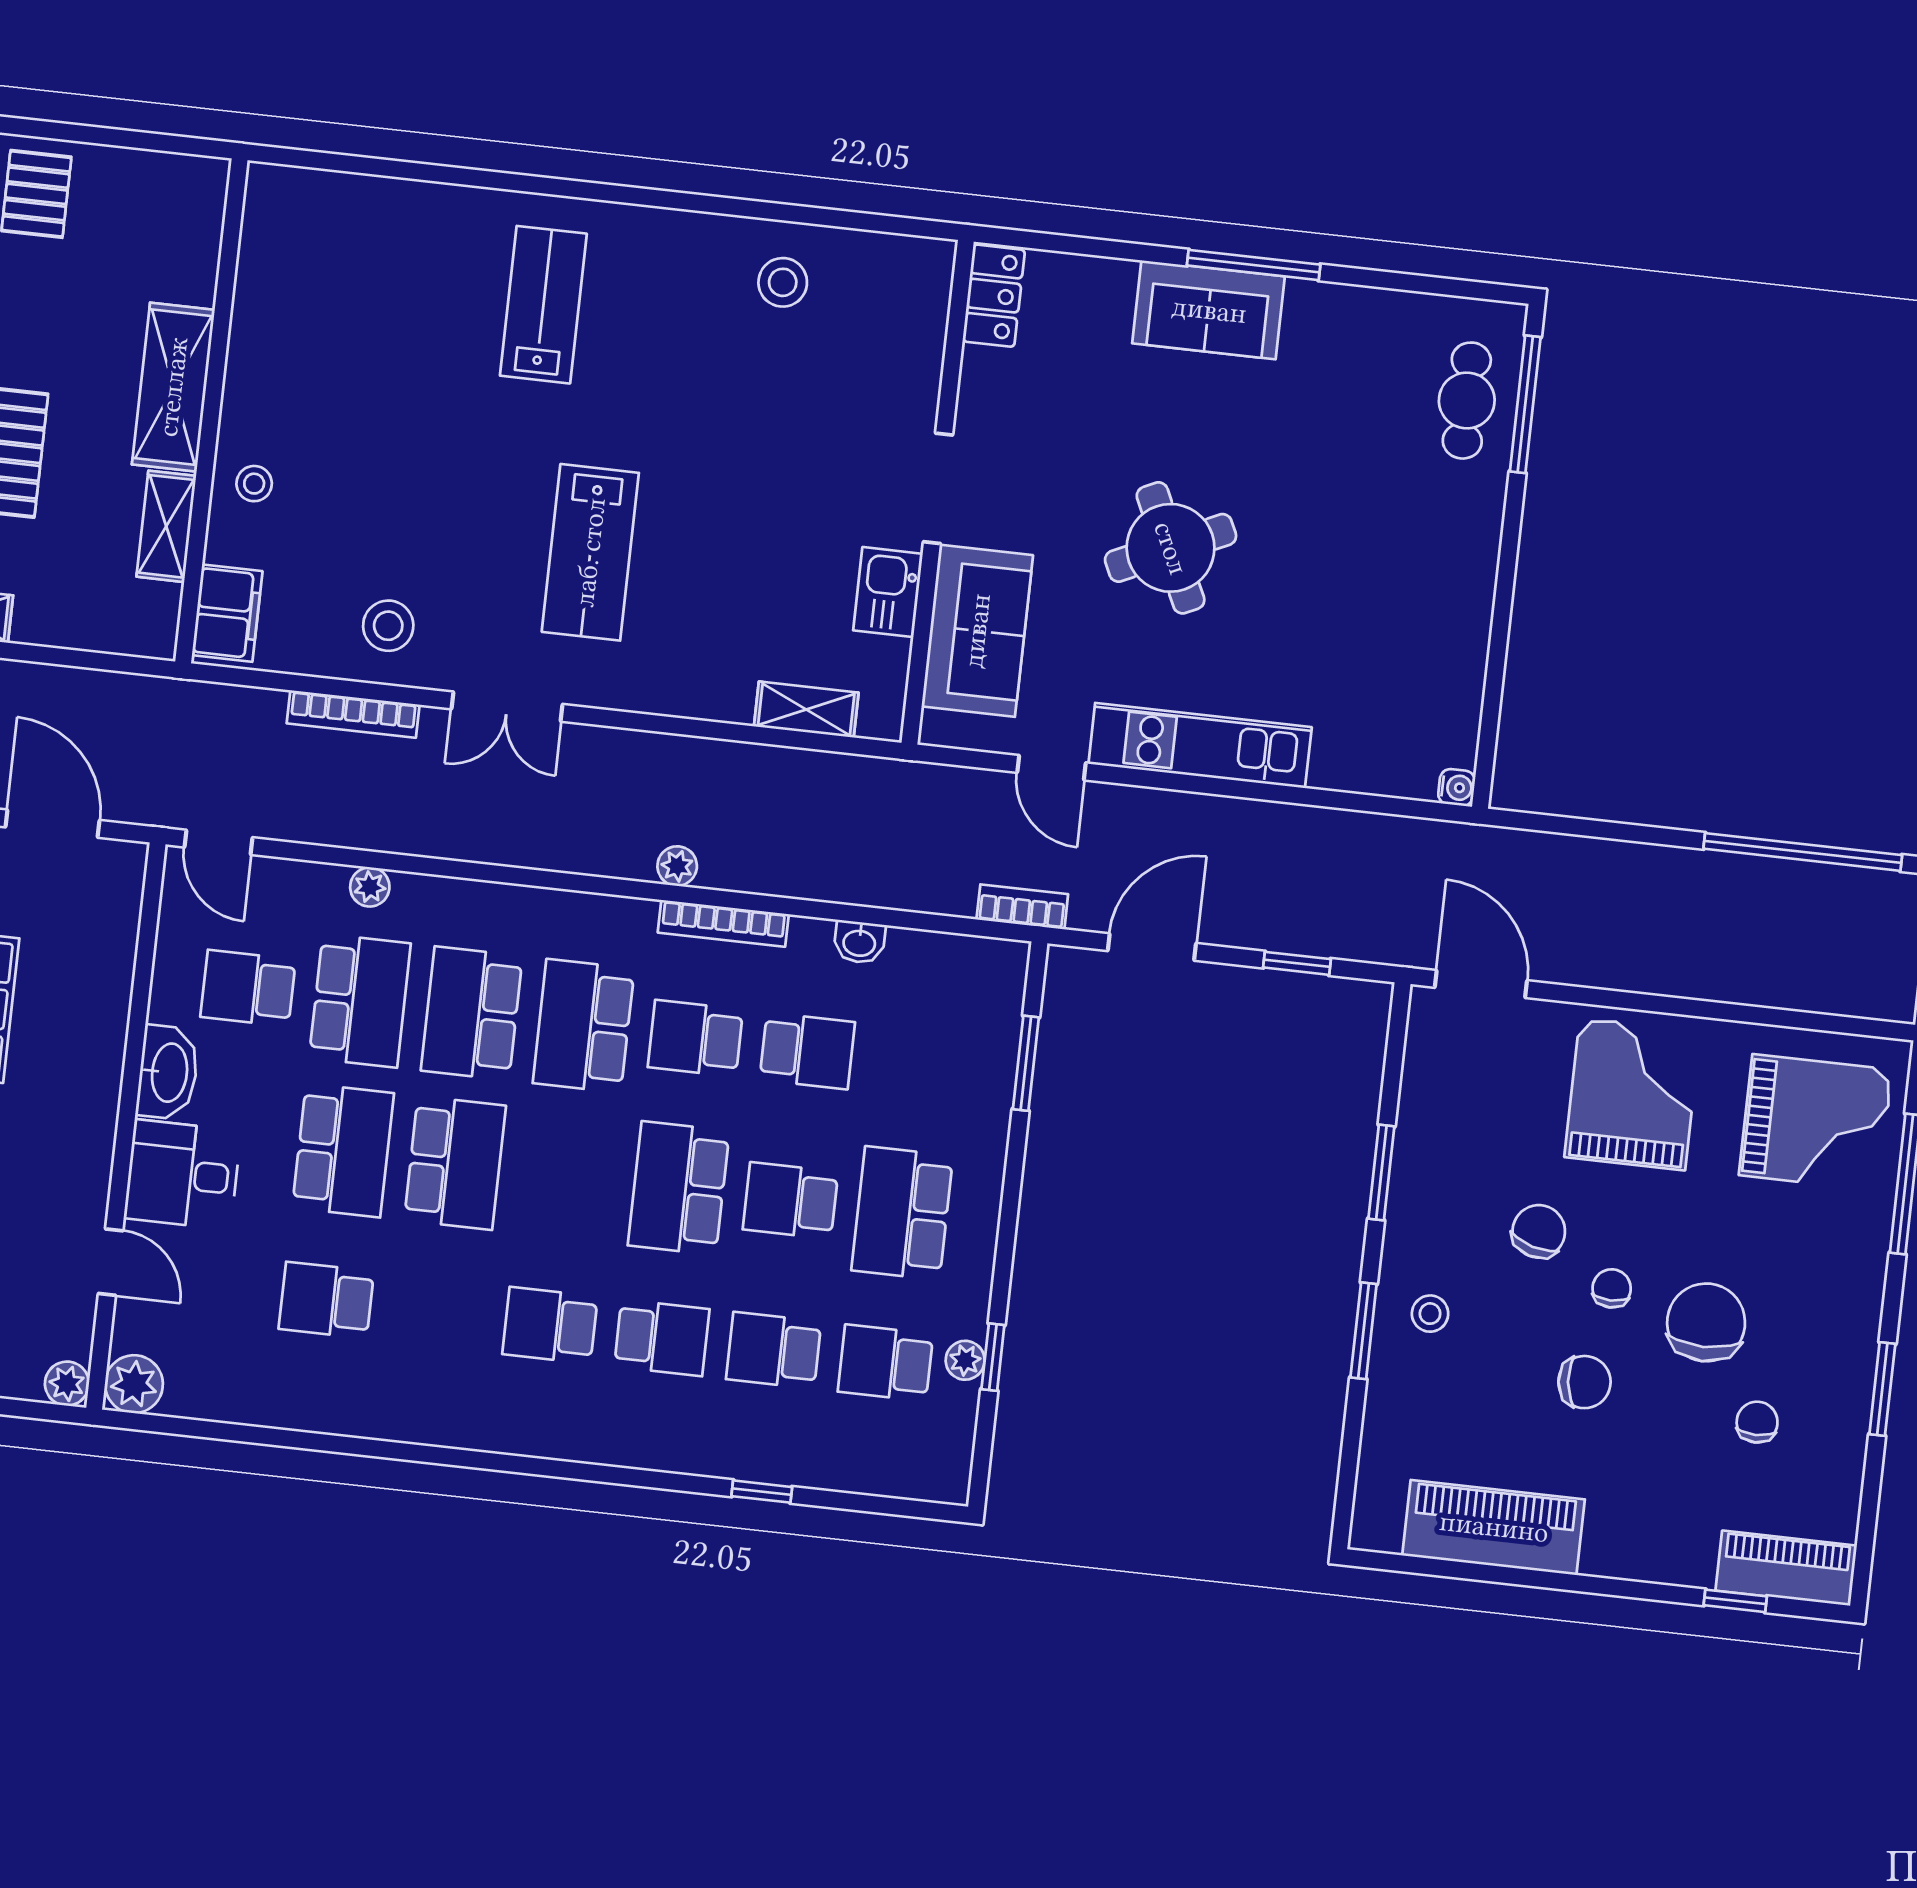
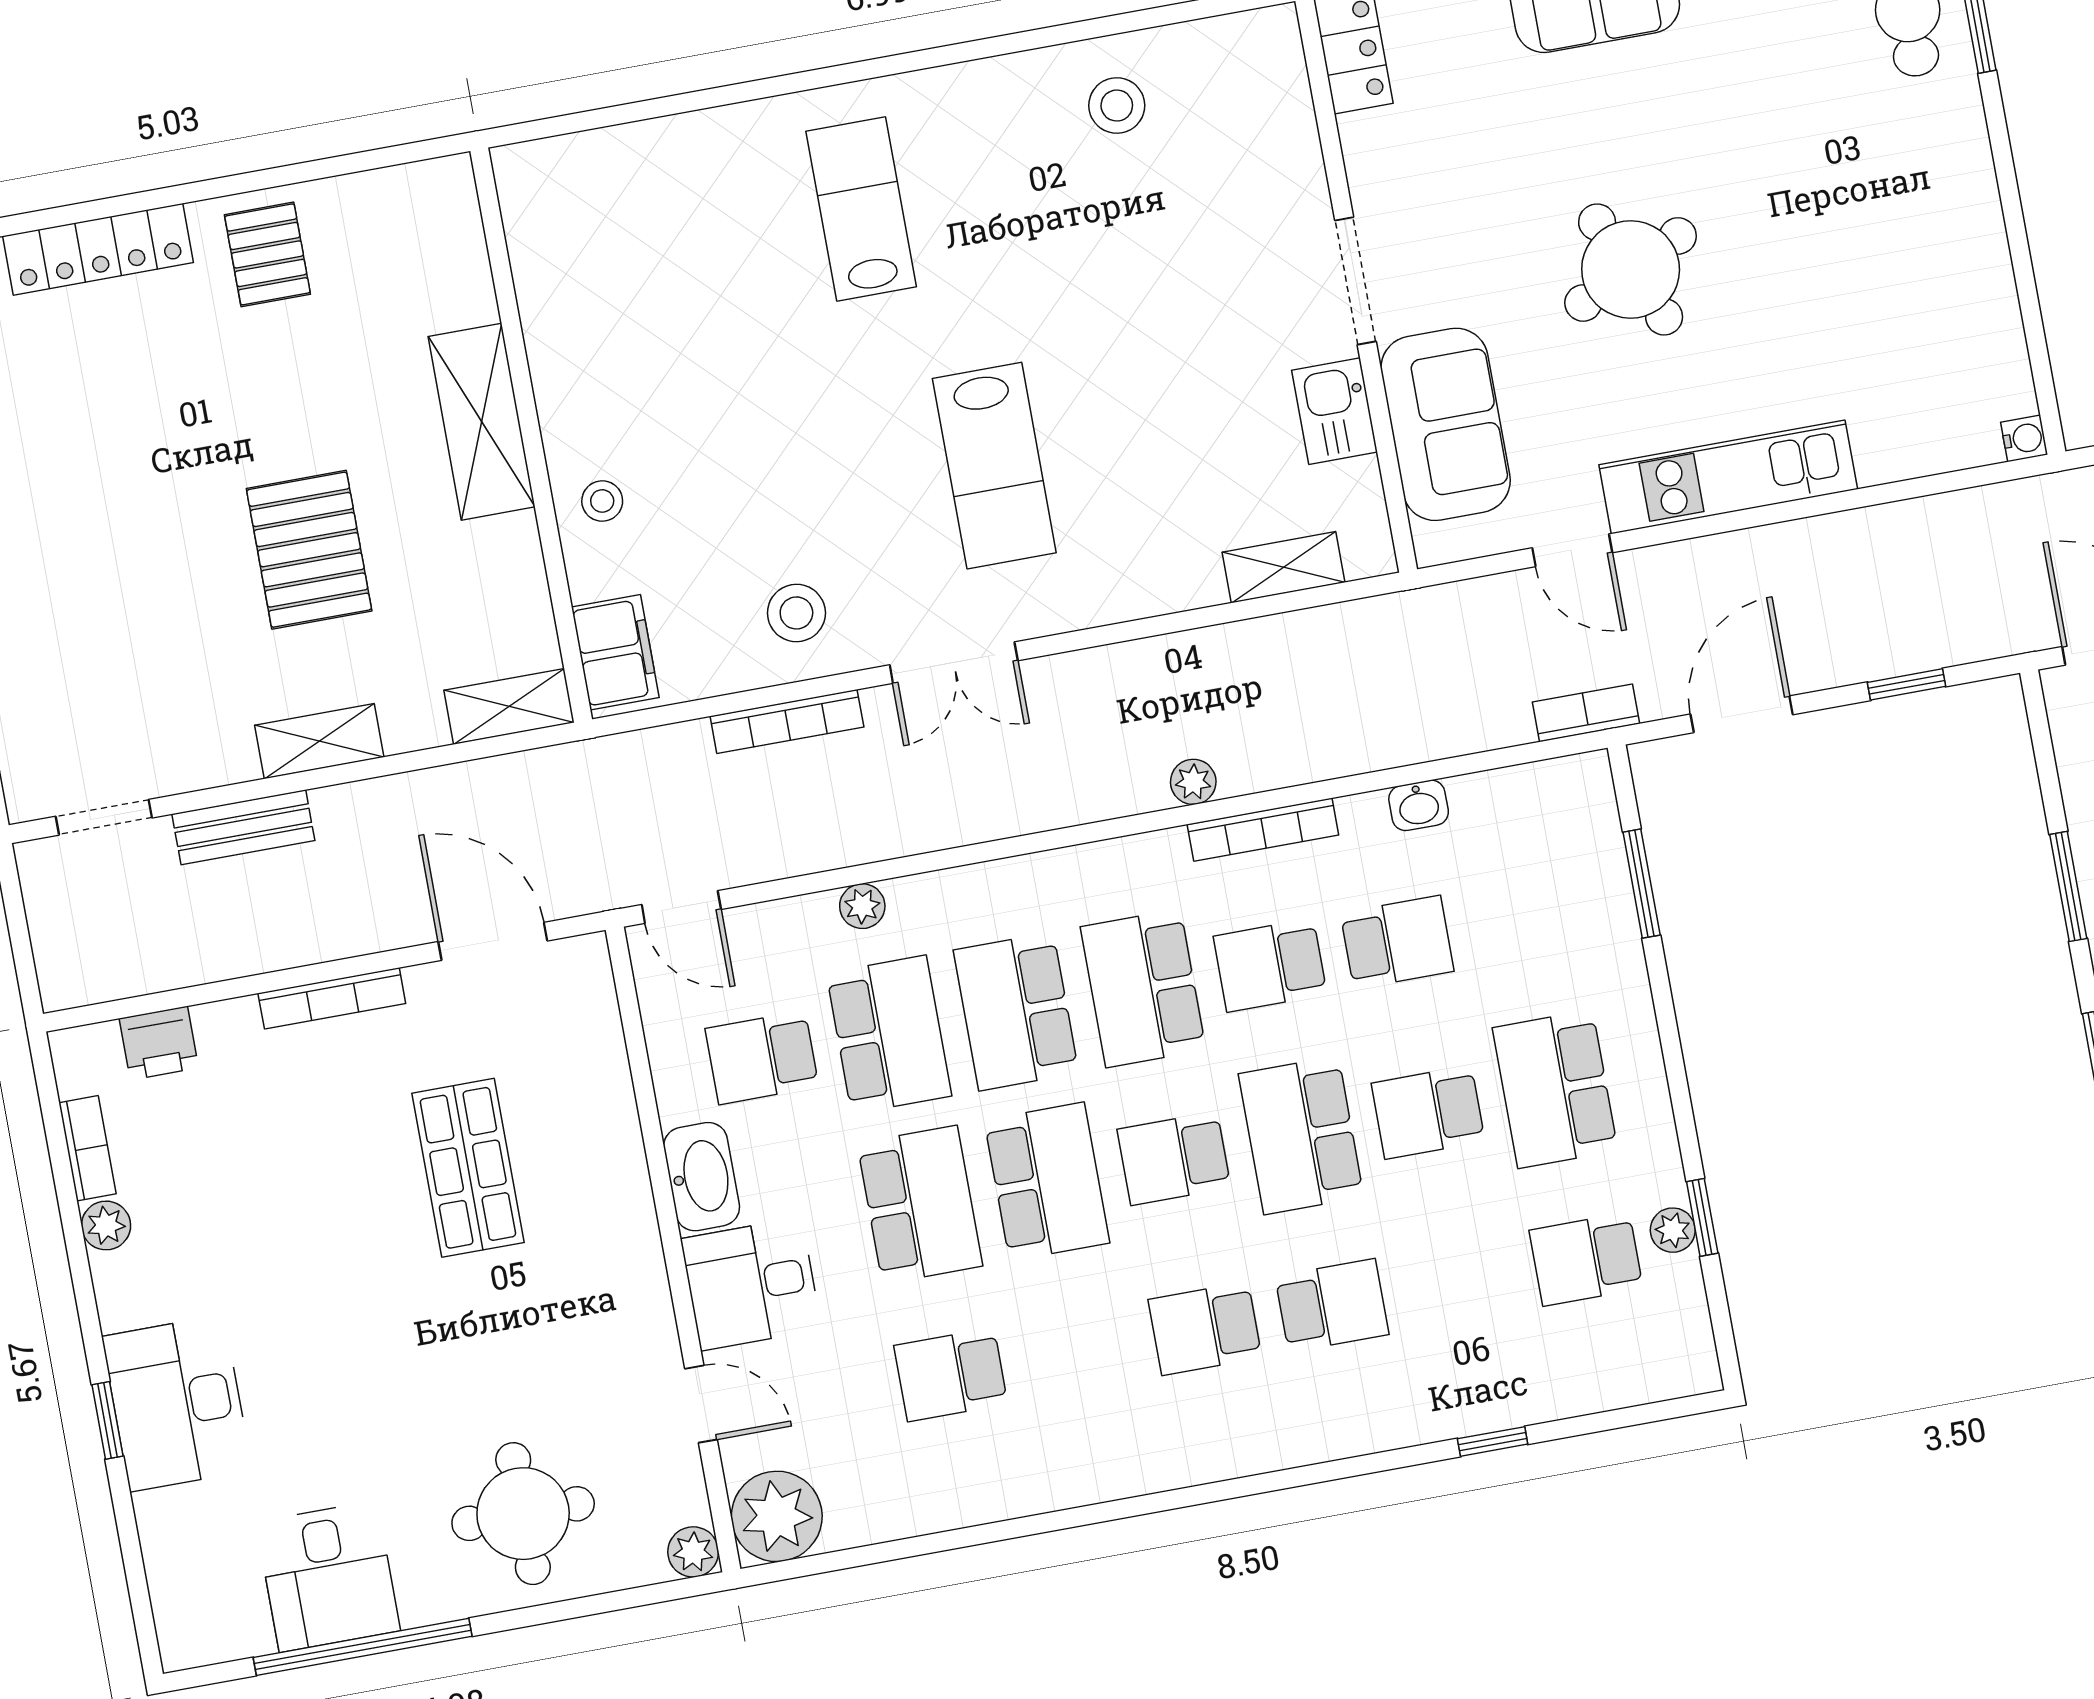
shelving: (166, 526) -> (509, 706), moved, turned 90
school desk: (774, 1350) -> (1174, 1158), moved
plant: (134, 1384) -> (777, 1516), width x1.36, depth x1.36

